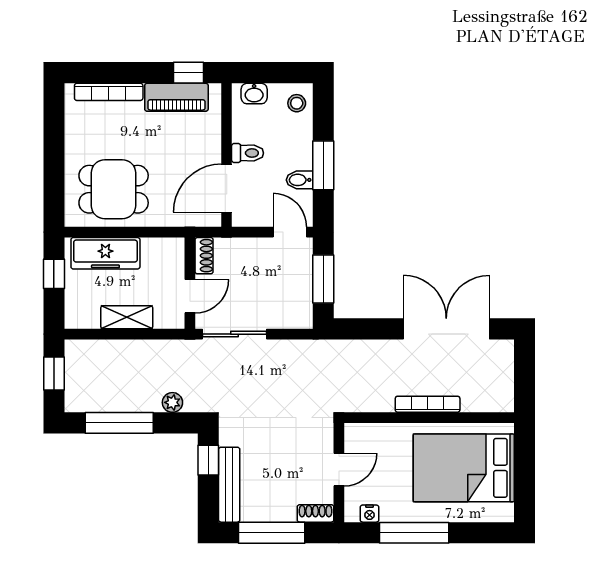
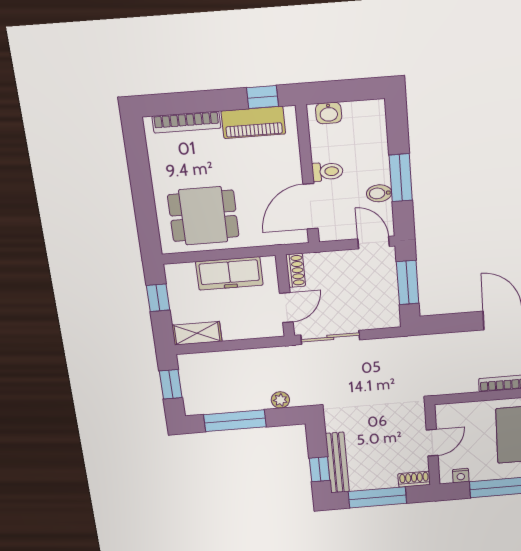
stool: (297, 103) -> (371, 119), removed
freezer: (105, 253) -> (229, 273), moved
shelving: (127, 317) -> (197, 333), moved
window: (208, 460) -> (320, 469), moved

